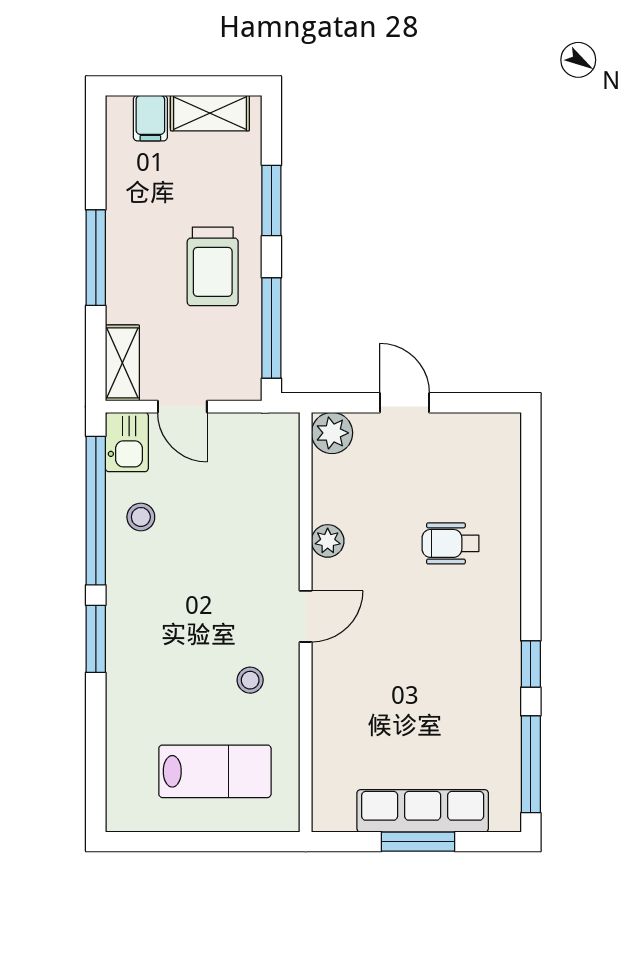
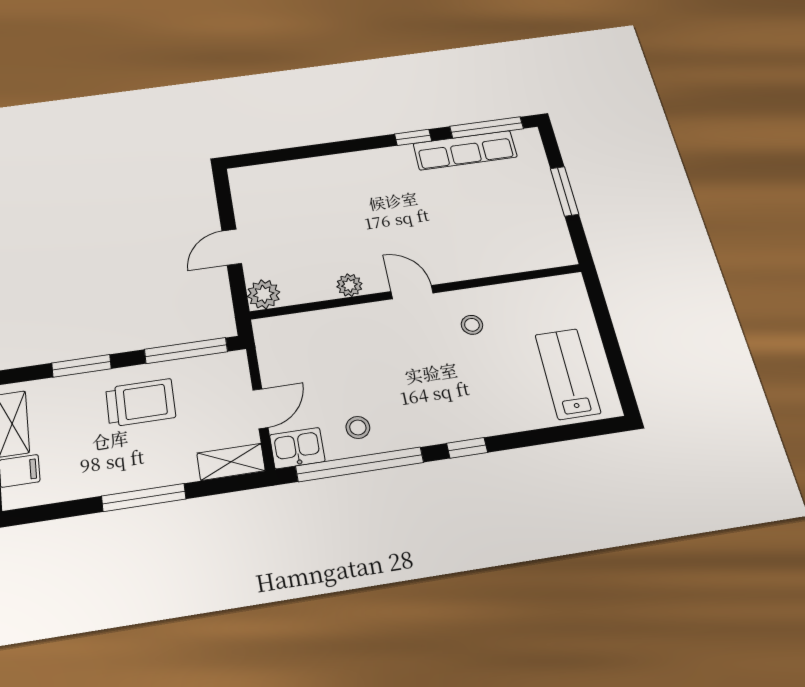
wheelchair: (450, 543) -> (334, 201), removed
window: (96, 639) -> (467, 448), width x0.67
lab bench: (215, 771) -> (568, 374), moved
row of seats: (423, 811) -> (465, 150), moved, turned -90

